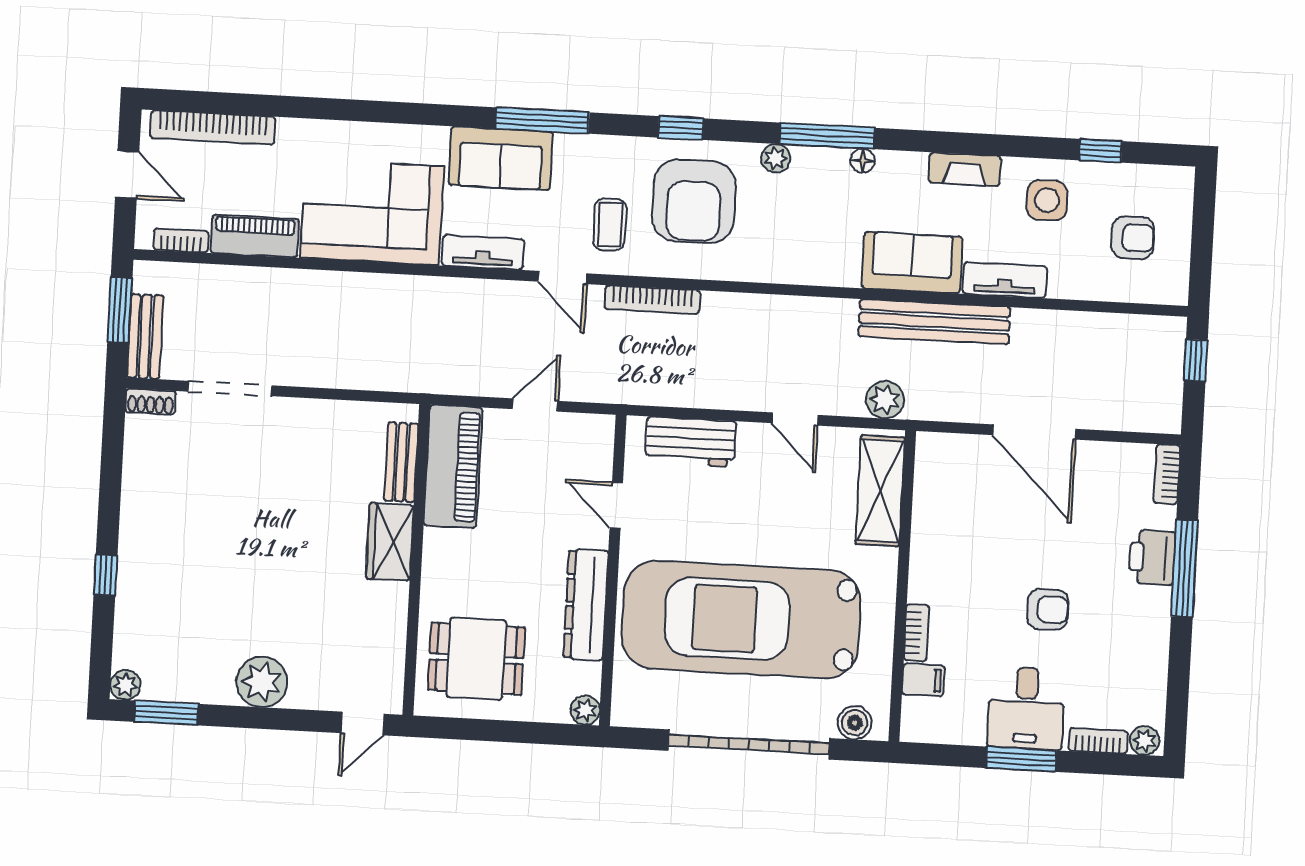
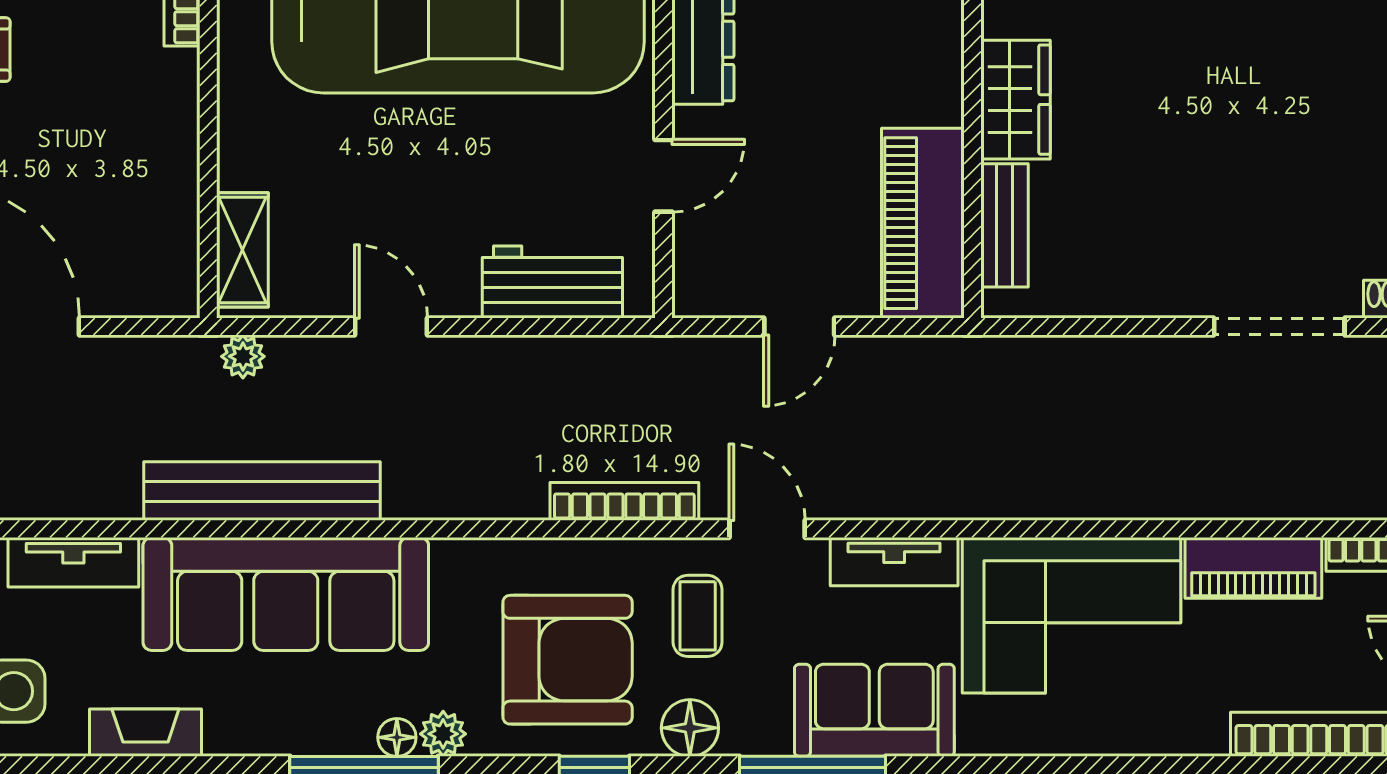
floor lamp: (618, 154) -> (690, 728), added
floor lamp: (863, 161) -> (397, 737), moved
armchair: (694, 201) -> (568, 660), turned 90
sofa: (912, 263) -> (286, 594), width x1.85, depth x1.27
bench: (934, 322) -> (262, 491), moved
plant: (885, 400) -> (243, 356), width x0.73, depth x0.73
shelving: (880, 491) -> (242, 250), width x0.67, depth x0.75
door: (616, 506) -> (663, 176), hinge flipped

